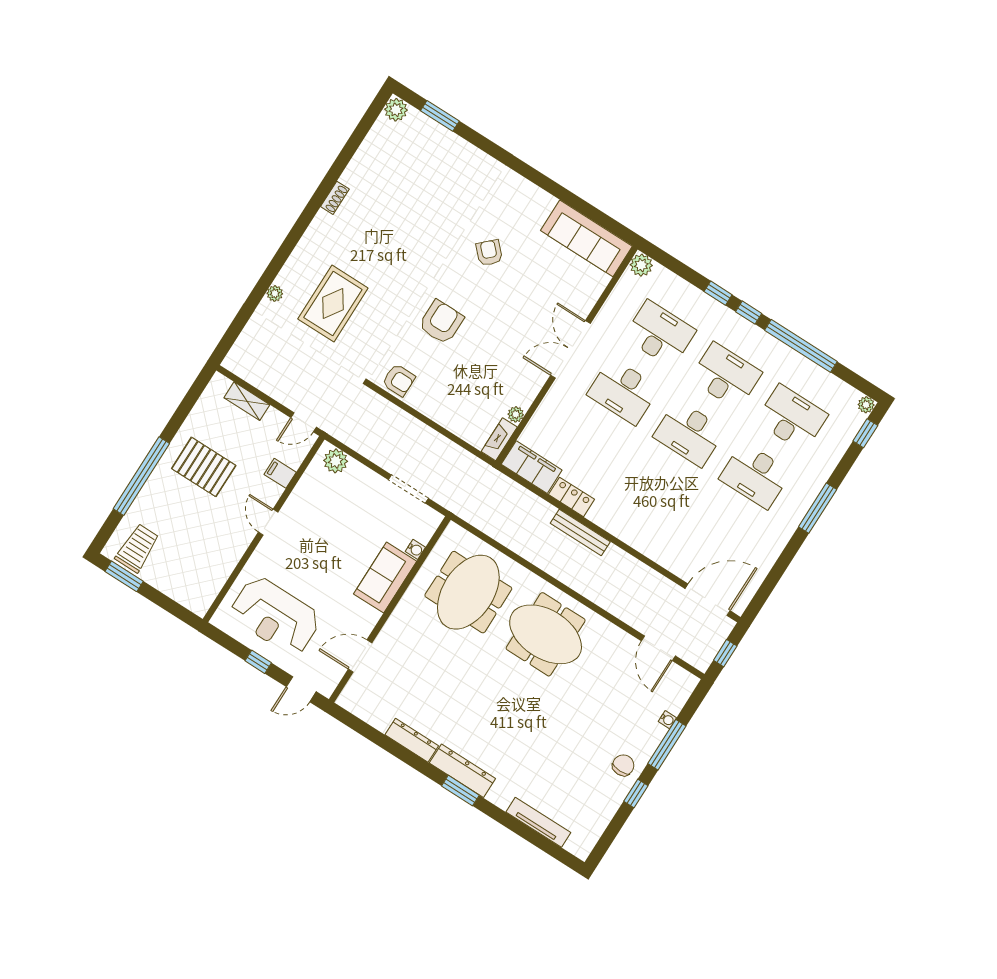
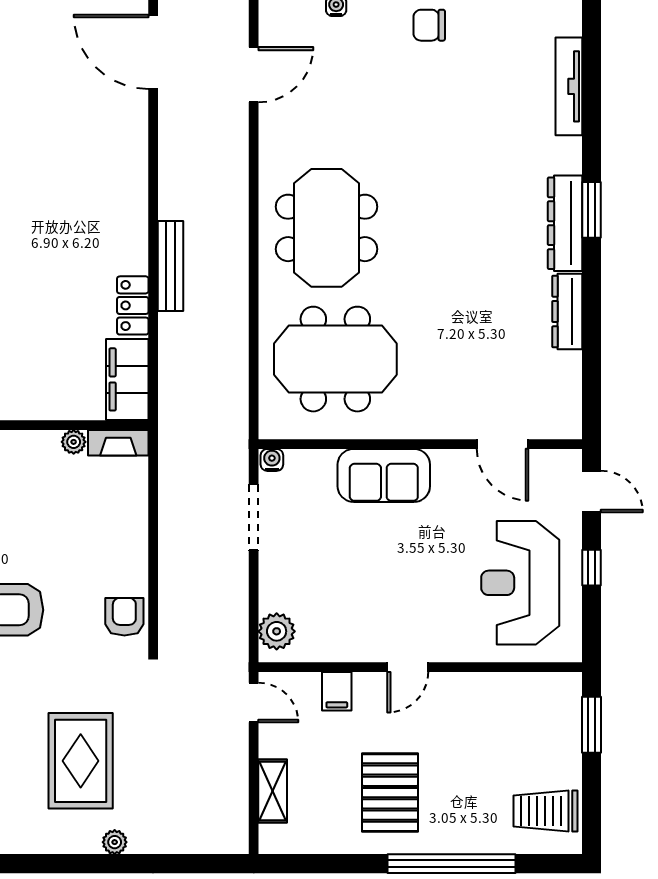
rug: (333, 304) -> (81, 761), turned 90
water cooler: (415, 549) -> (272, 460), moved
window: (124, 576) -> (592, 725), moved
reception desk: (275, 616) -> (520, 583), turned 180

